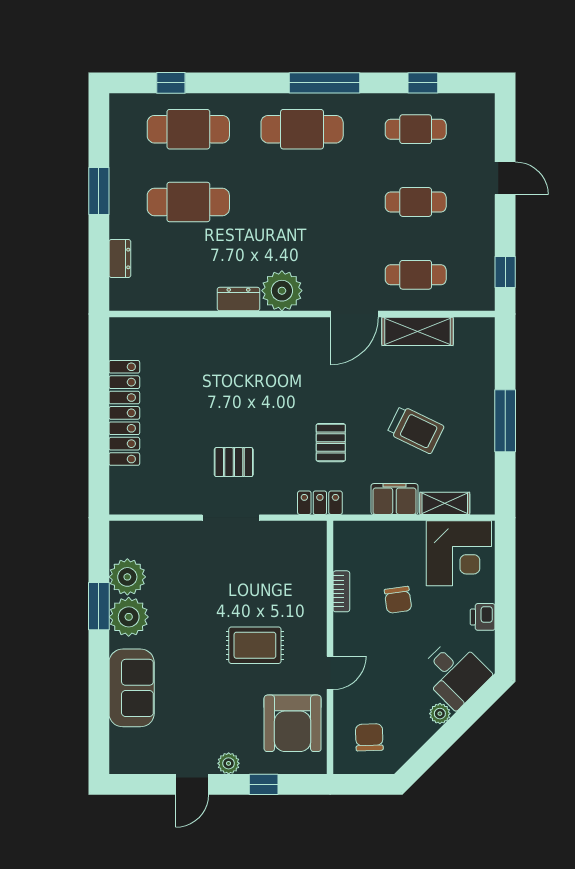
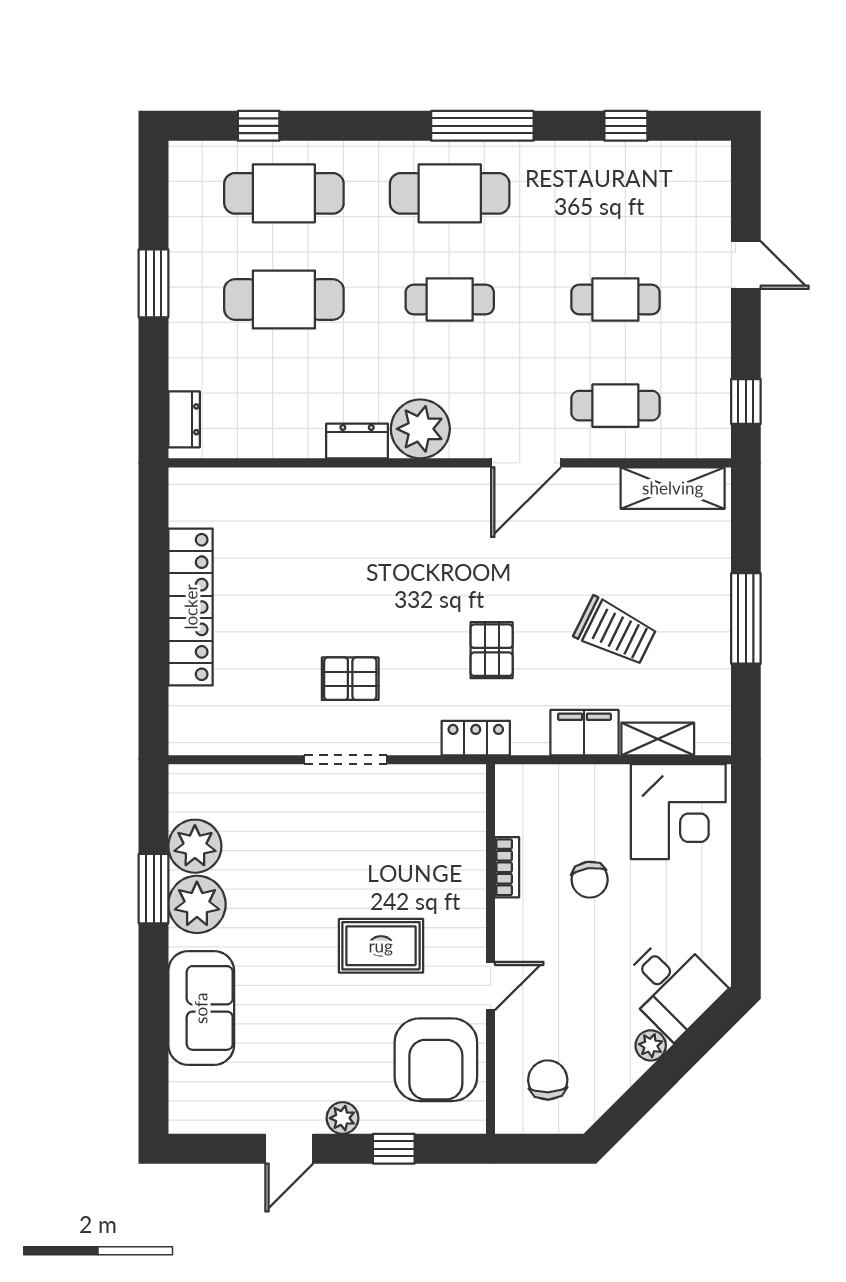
cafe table: (416, 129) -> (450, 299), moved
dresser: (120, 259) -> (184, 419), moved
shelving: (417, 331) -> (673, 488), moved
printer: (483, 617) -> (713, 905), removed

